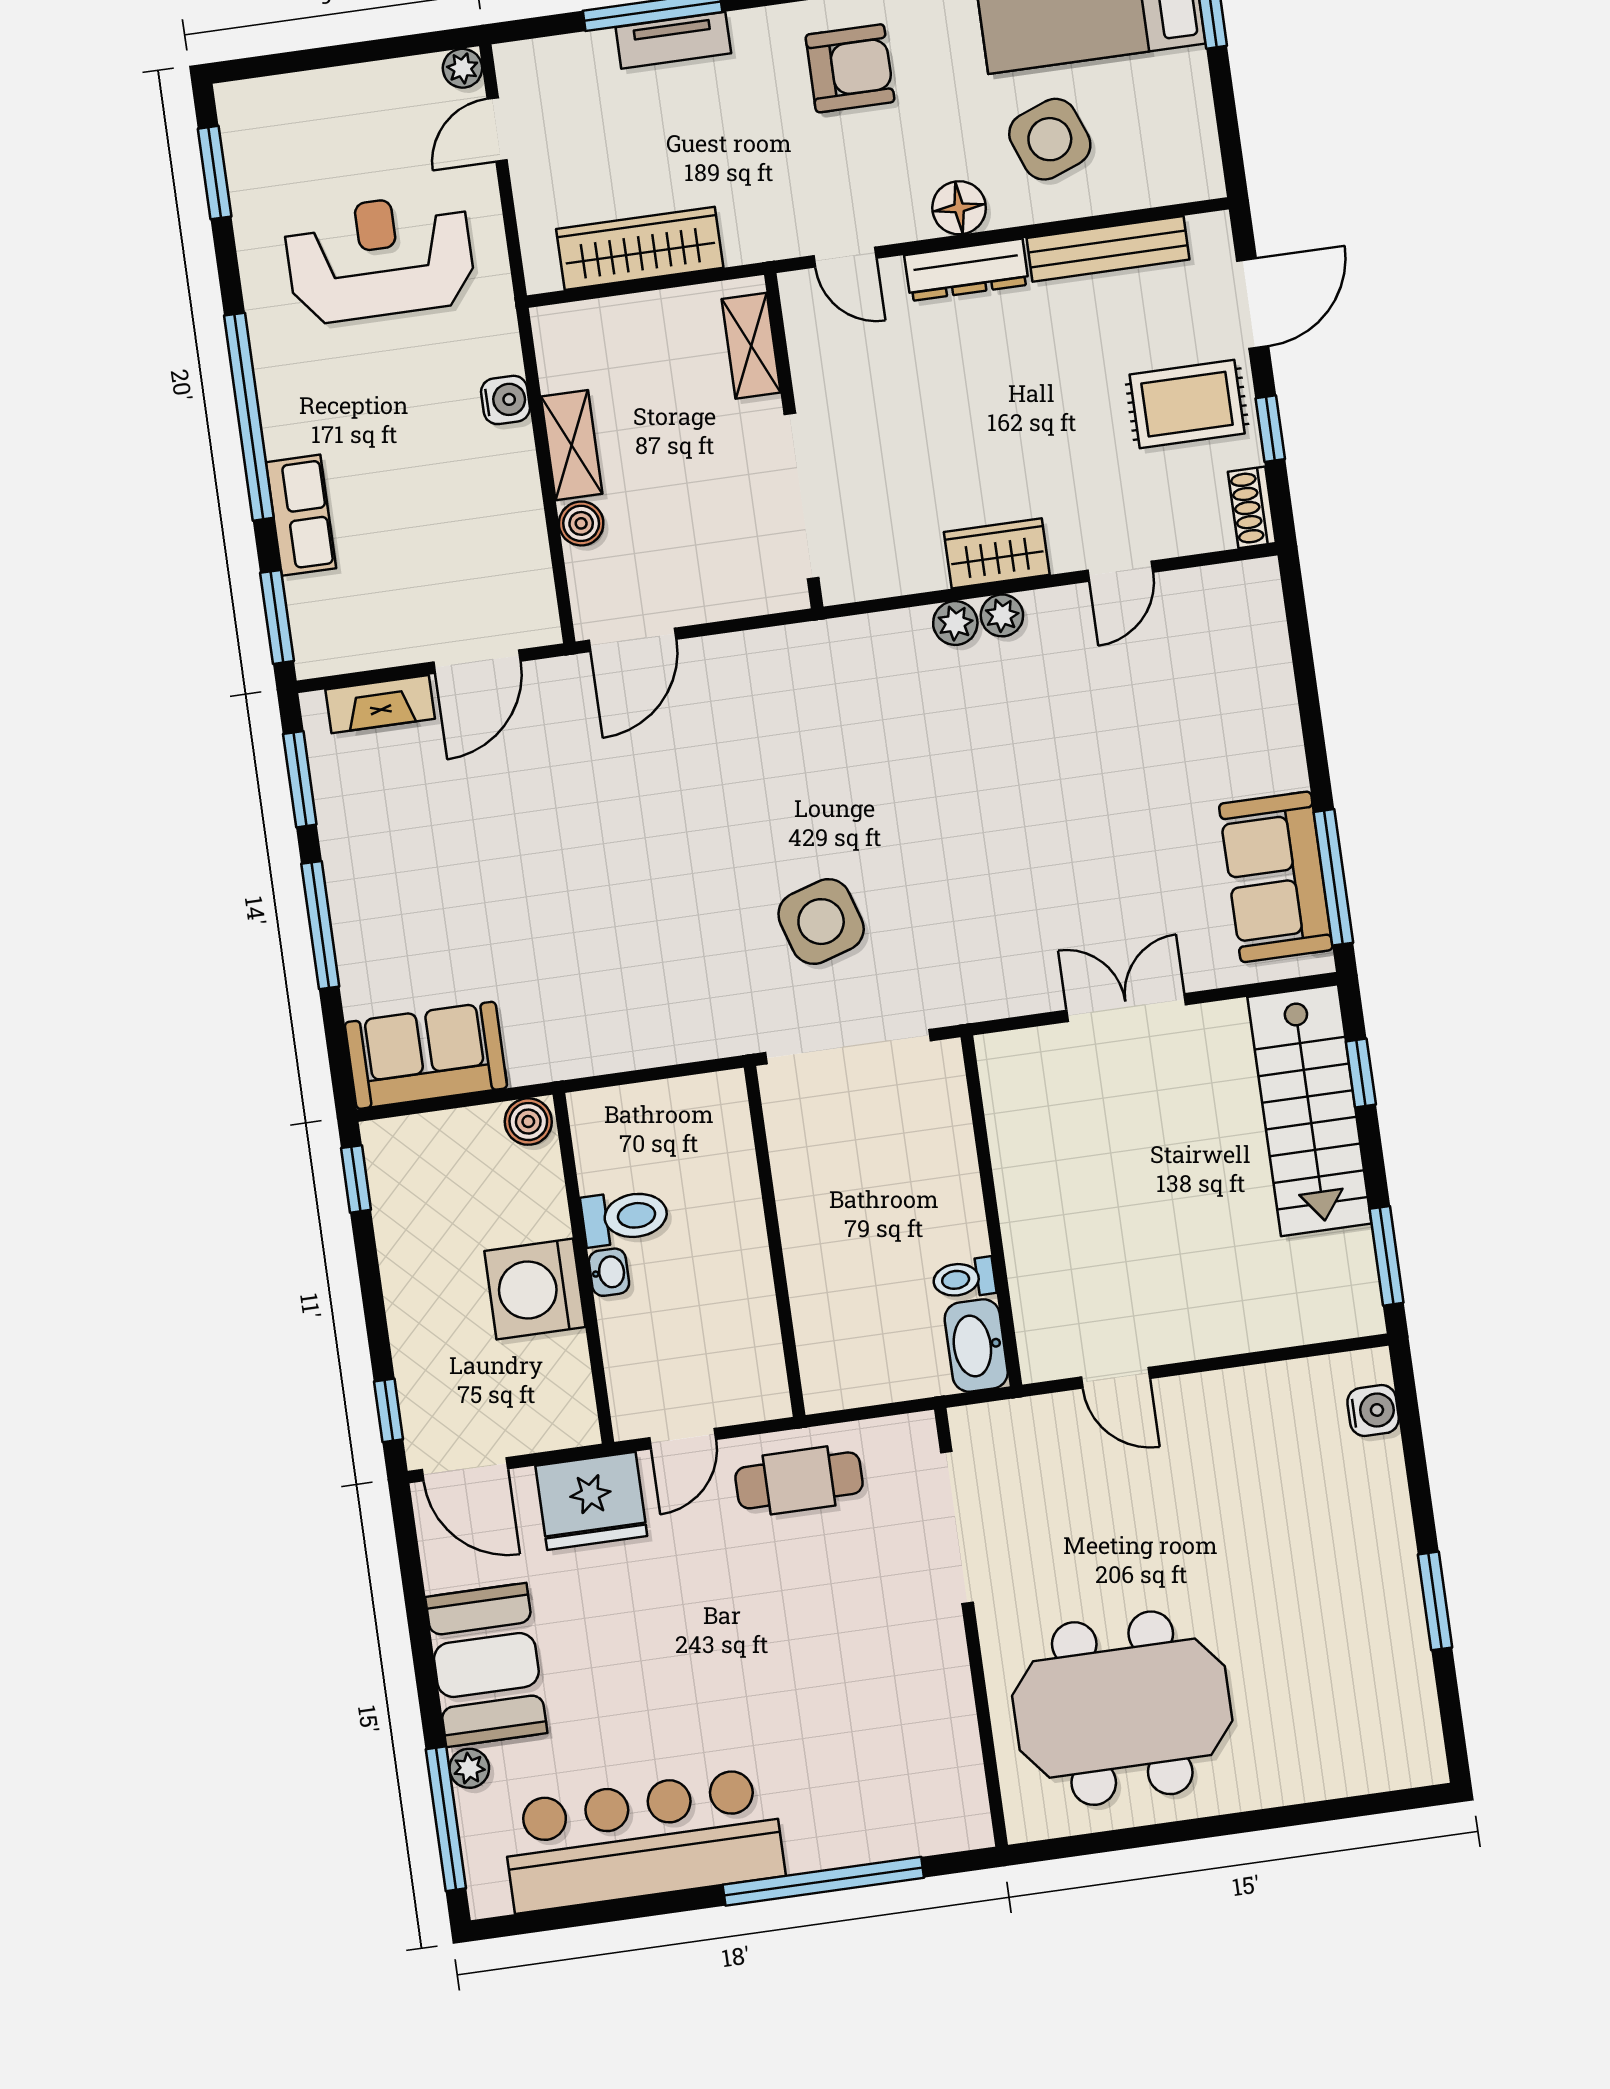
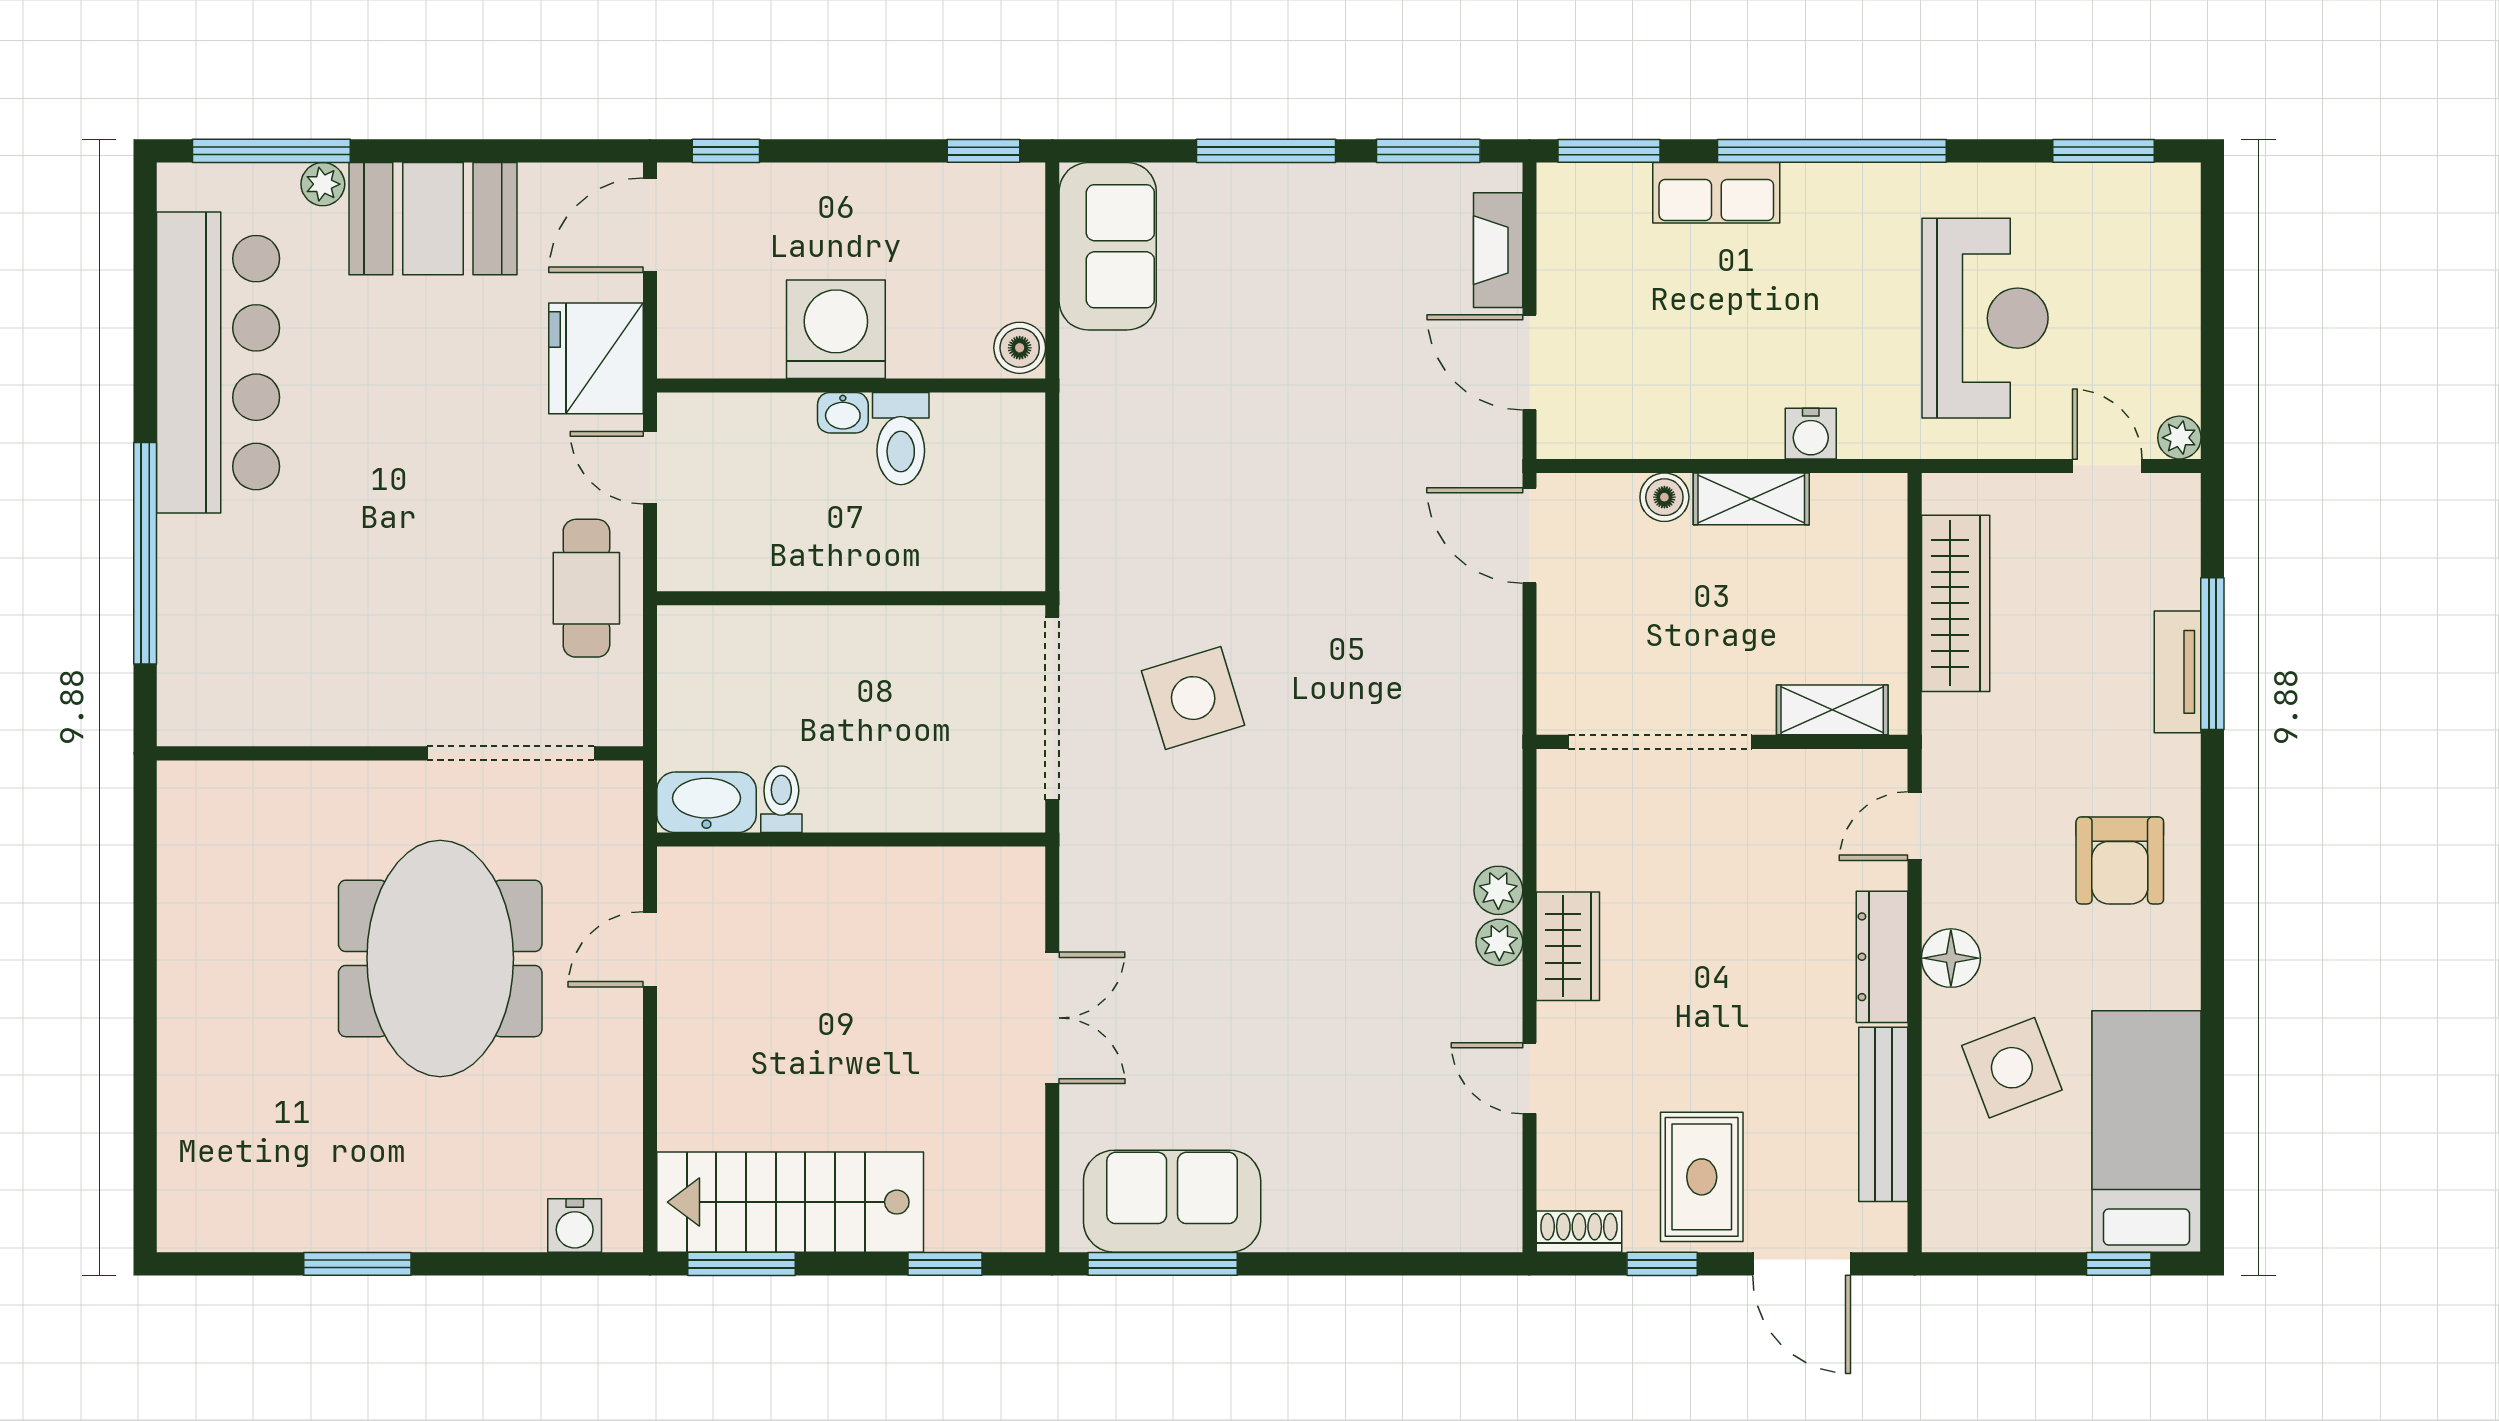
stairs: (1309, 1110) -> (790, 1202), moved
meeting table: (1122, 1708) -> (440, 958), moved

